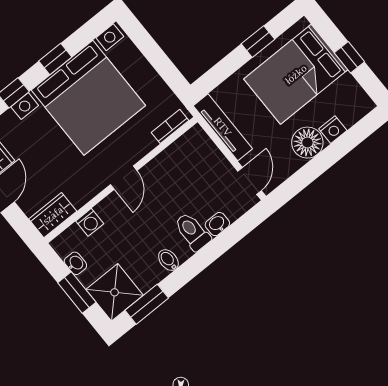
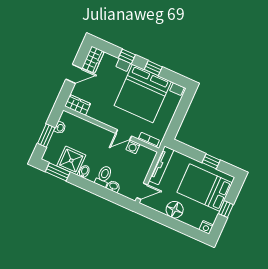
nightstand: (333, 130) -> (206, 227), moved
door: (124, 178) -> (124, 135), moved
washing machine: (90, 222) -> (133, 147), moved
shower: (115, 292) -> (71, 161), moved

